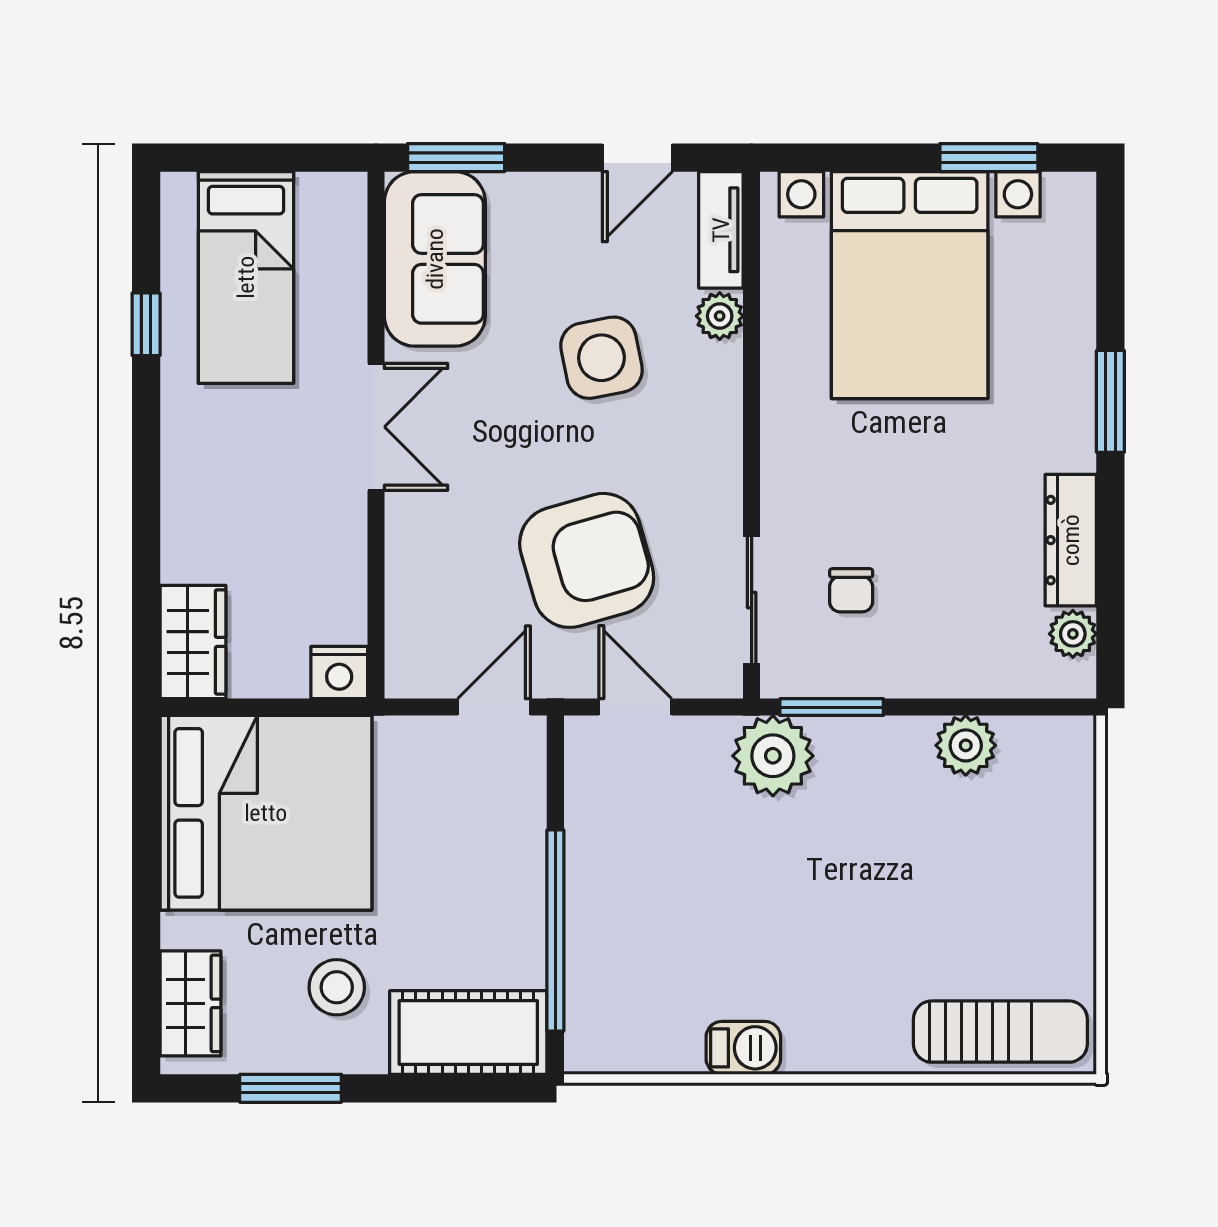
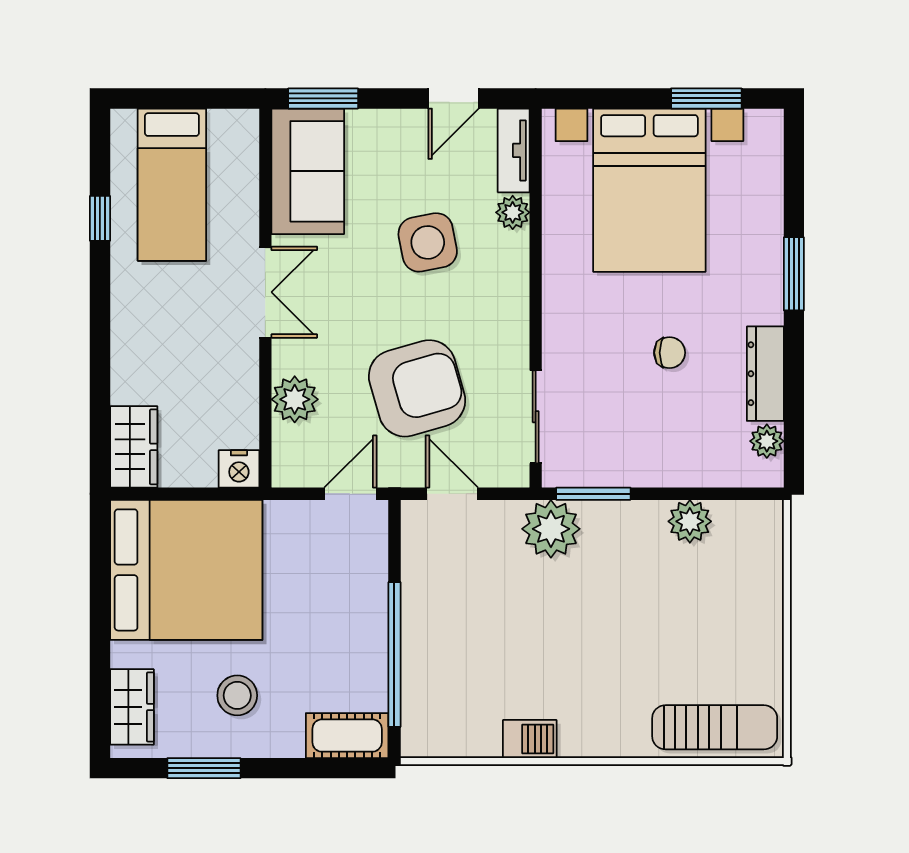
plant: (417, 576) -> (295, 399), added
chair: (851, 590) -> (670, 353), moved, turned -90
cot: (468, 1032) -> (347, 736), width x0.73, depth x0.75

